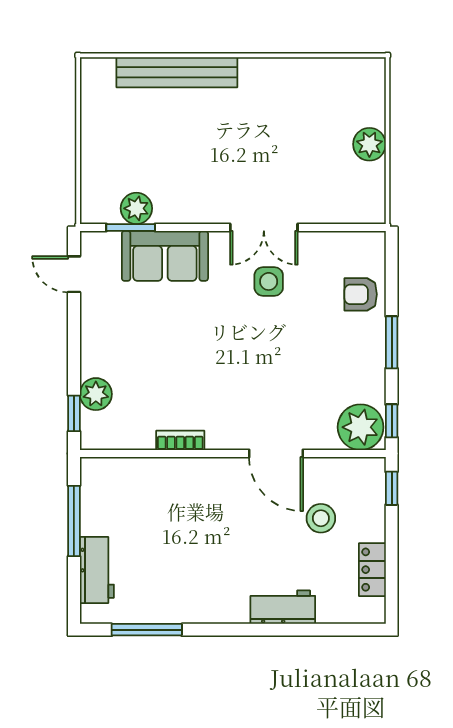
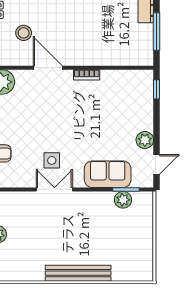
bench: (177, 72) -> (78, 273), moved
door: (74, 274) -> (157, 164), hinge flipped
plant: (96, 394) -> (145, 140), moved
bookcase: (180, 440) -> (87, 75), moved

